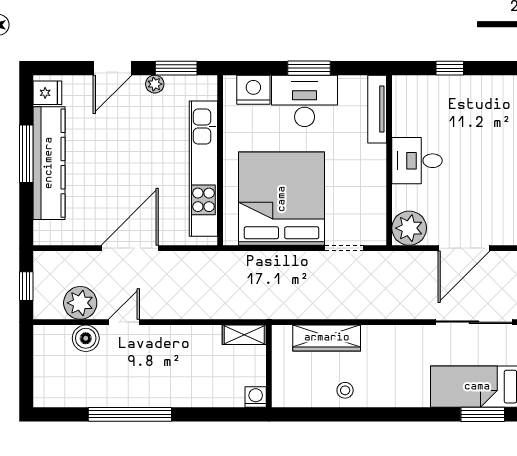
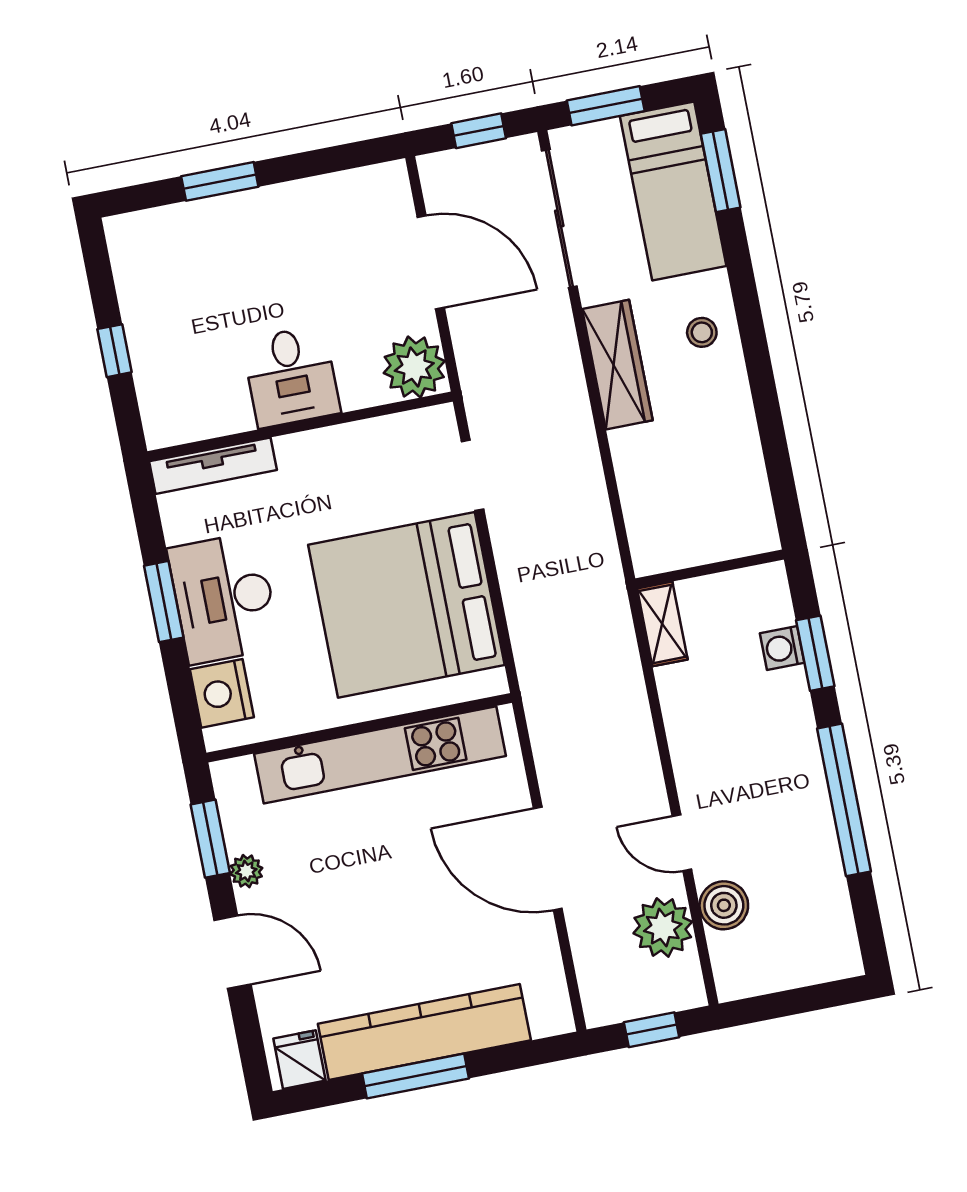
wardrobe: (327, 338) -> (617, 365), moved
stool: (345, 390) -> (702, 332), moved
washing machine: (256, 397) -> (782, 648), moved
window: (212, 414) -> (815, 653), added

